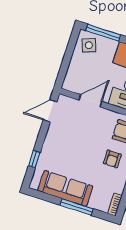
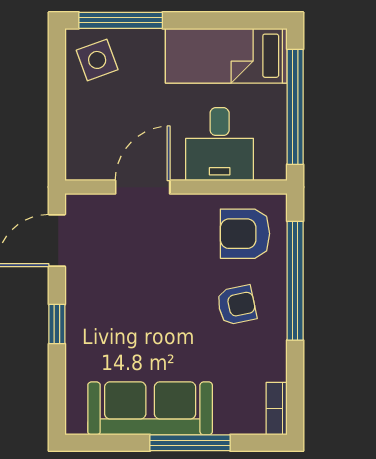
window: (34, 159) -> (57, 324), moved
armchair: (112, 159) -> (237, 305), turned -102

